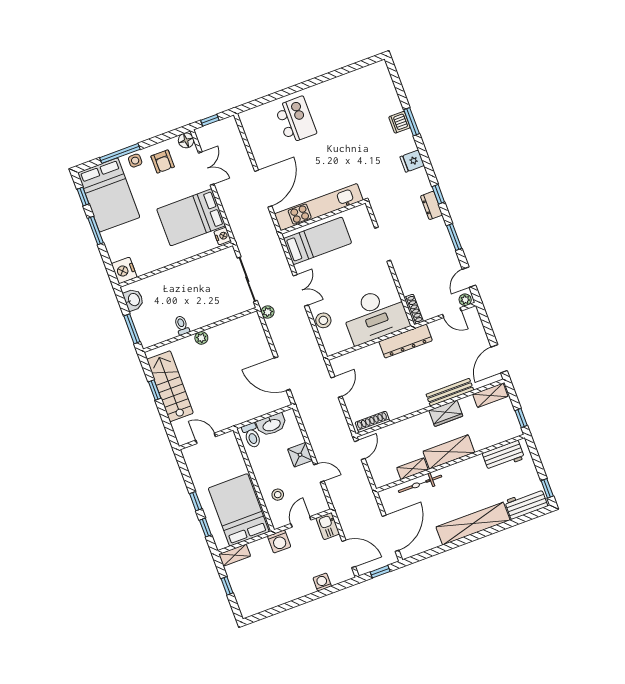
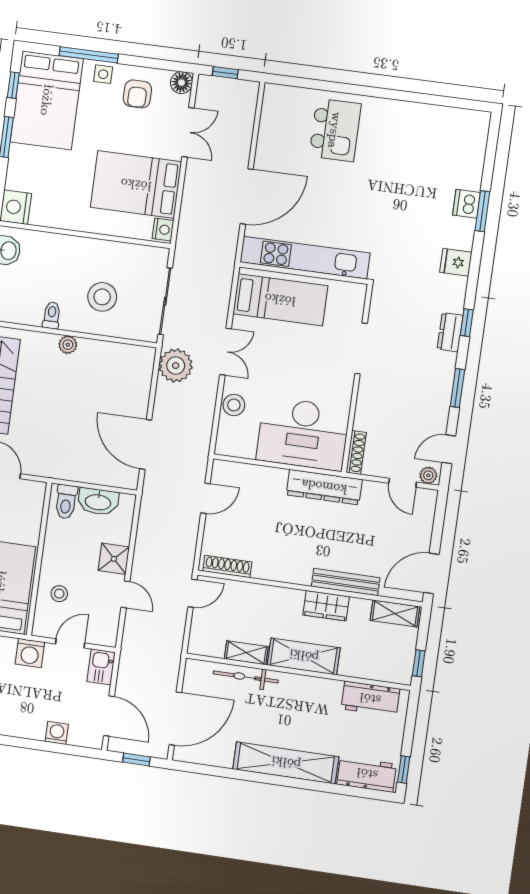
stool: (207, 297) -> (102, 297), added
plant: (268, 312) -> (176, 366), width x1.88, depth x1.88

